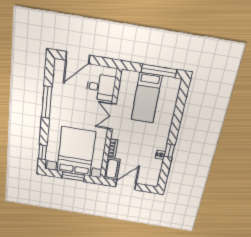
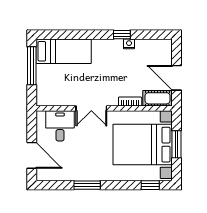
bed: (146, 98) -> (64, 51), moved
window: (47, 102) -> (87, 185), width x0.69

